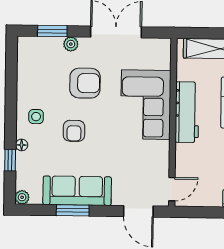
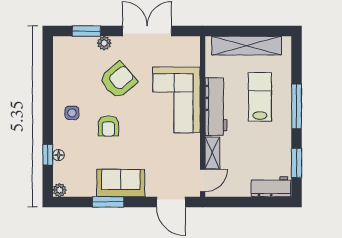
armchair: (85, 83) -> (118, 80), turned -40
floor lamp: (22, 145) -> (59, 155), moved
shelving: (182, 161) -> (212, 153), added
sofa: (77, 191) -> (121, 183), width x0.73

